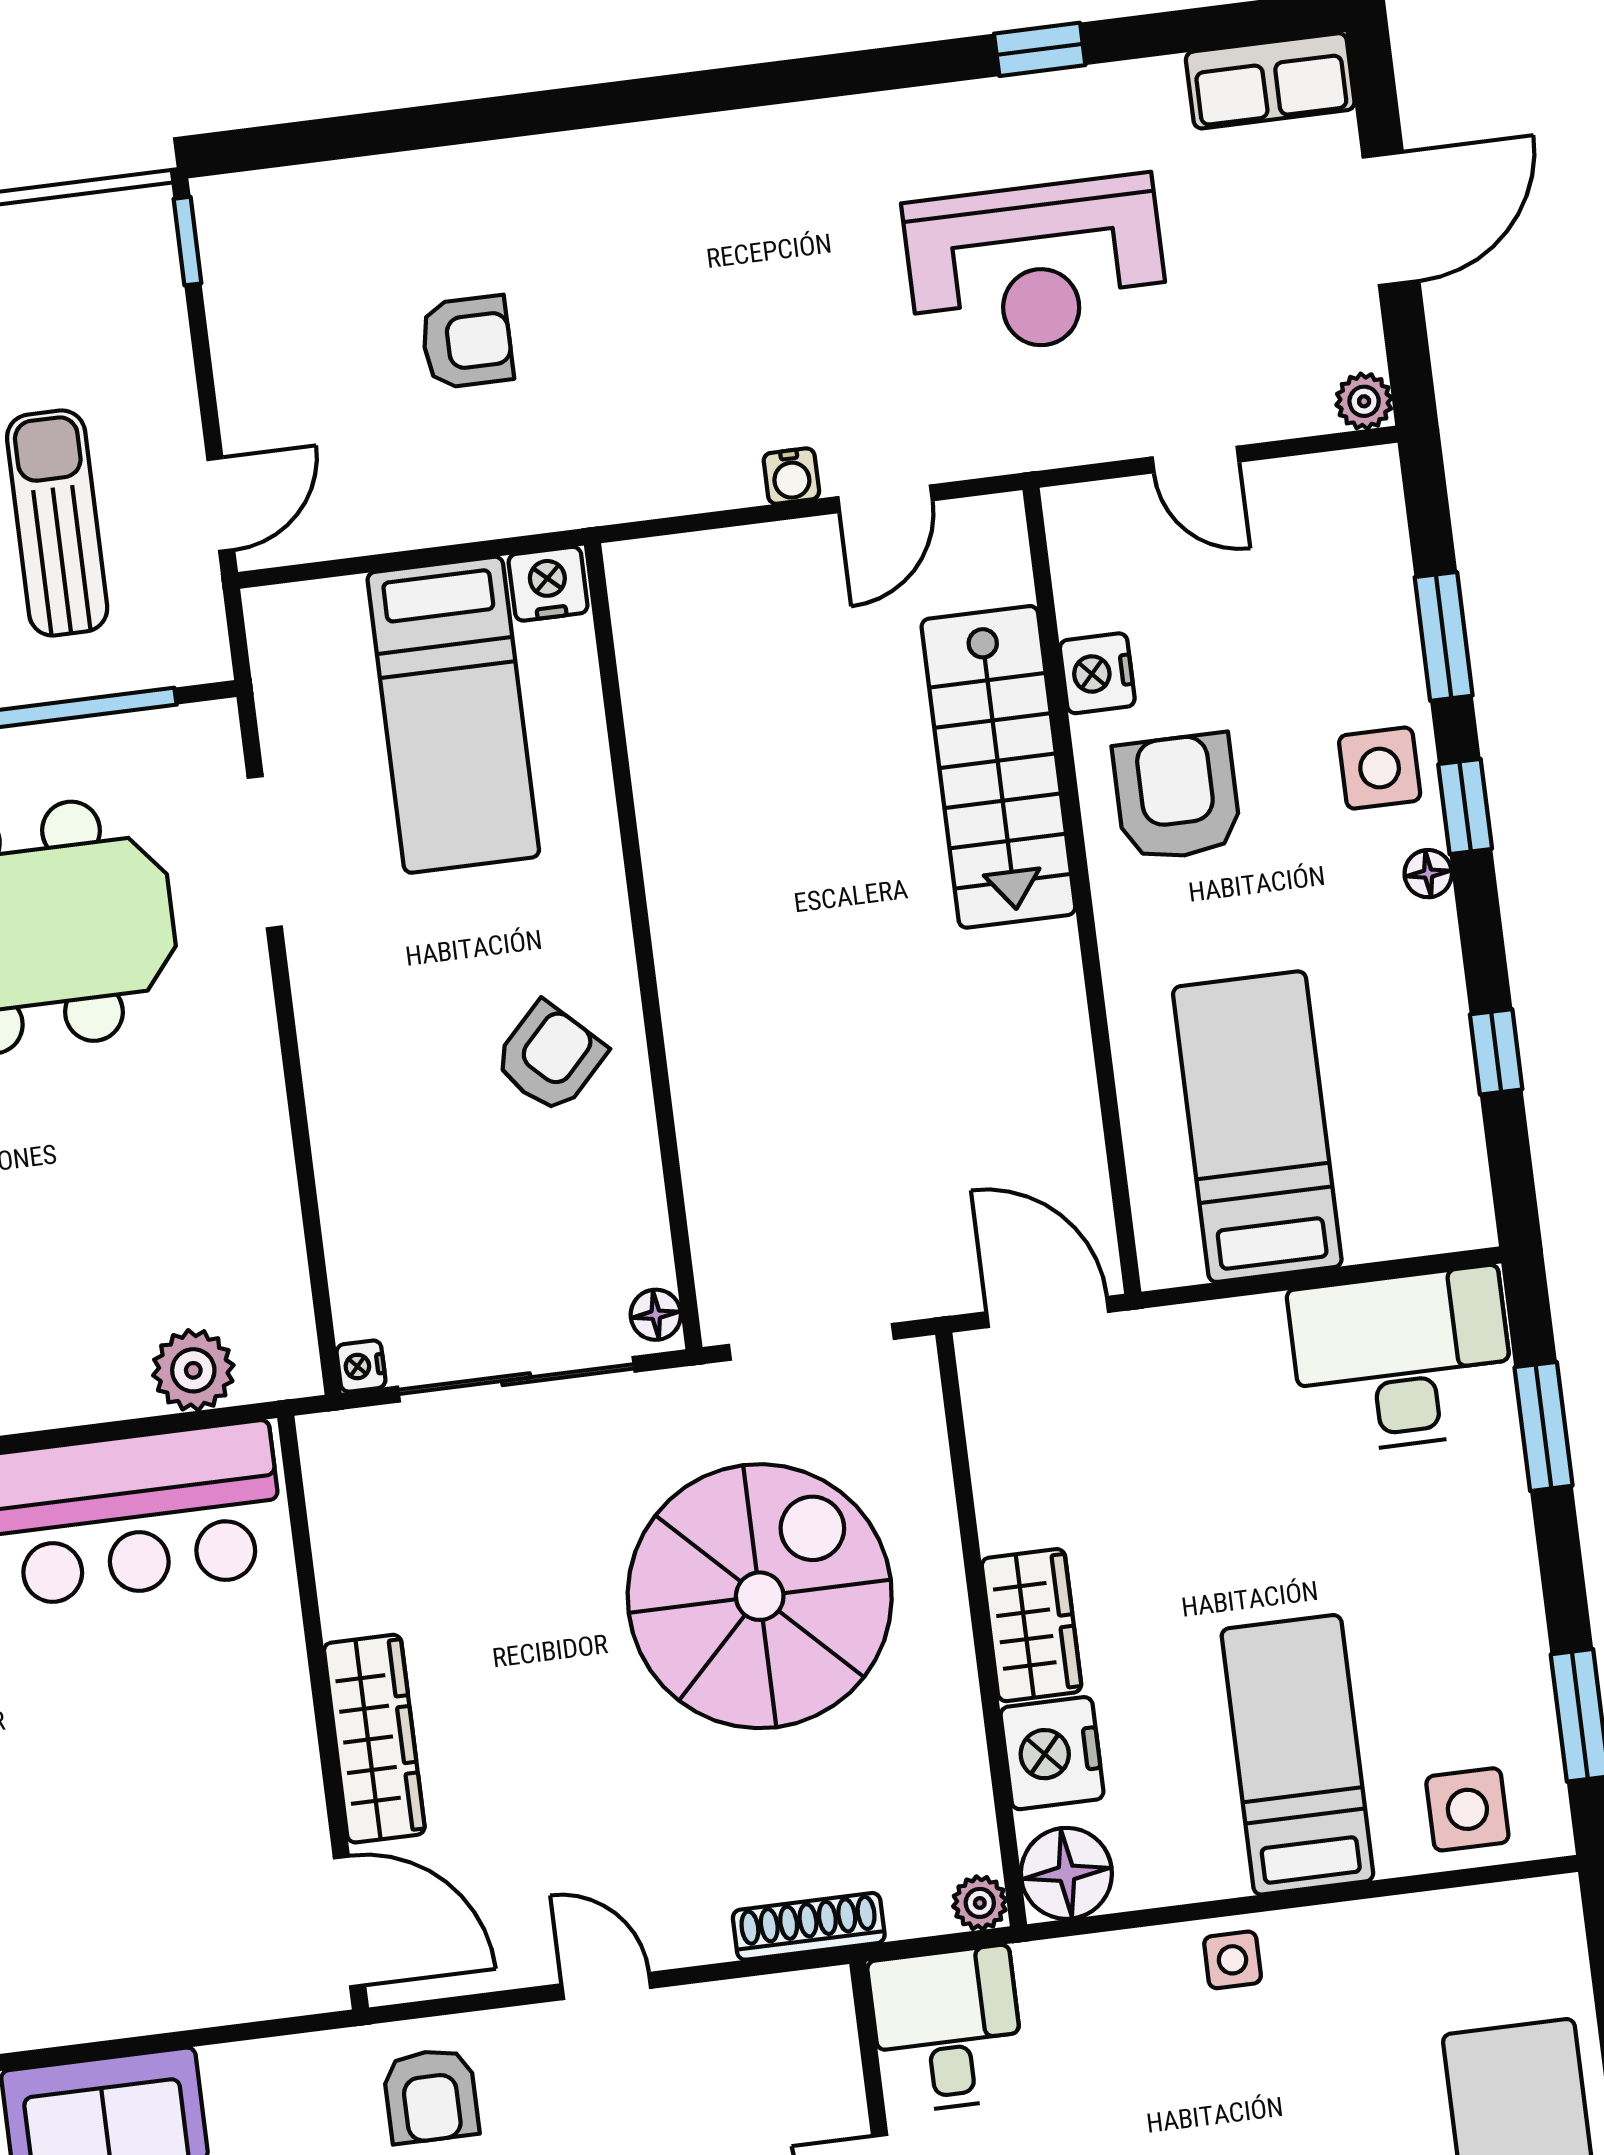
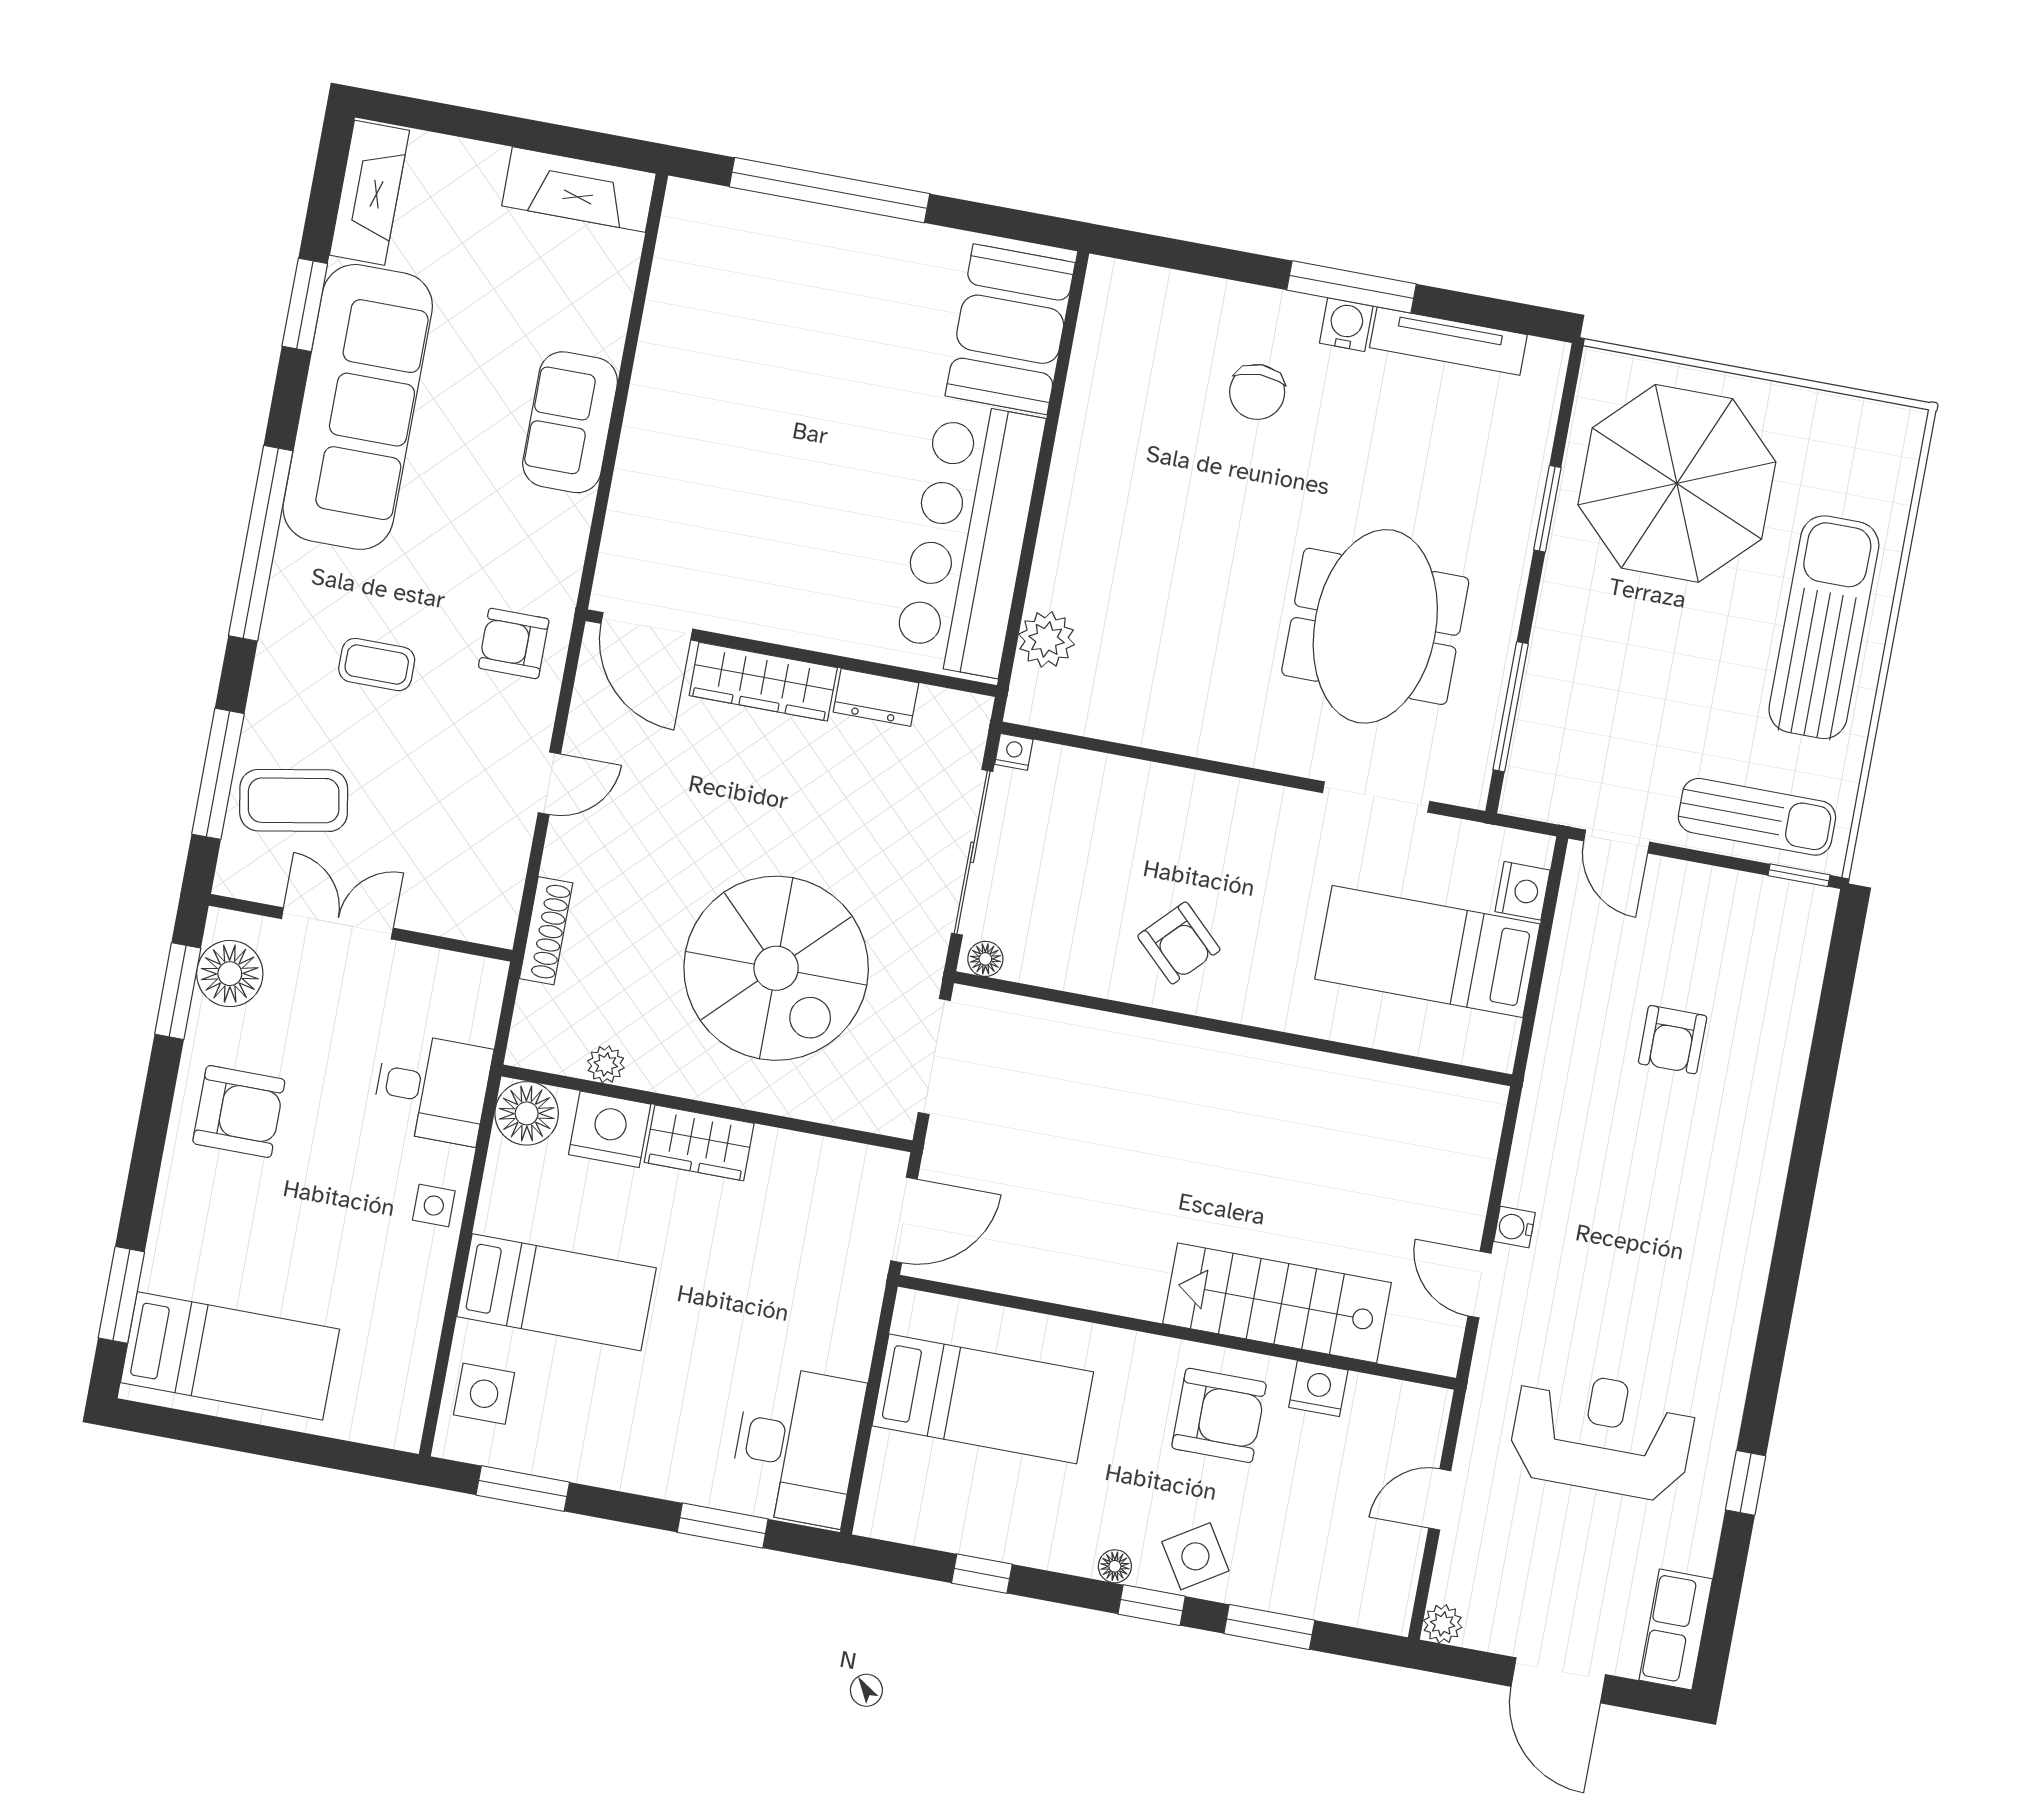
reception desk: (1036, 266) -> (1602, 1434), turned 90
sun lounger: (57, 523) -> (1757, 817), moved
nightstand: (548, 584) -> (1523, 891), moved
side table: (1380, 768) -> (1195, 1556), turned -32
dresser: (347, 1578) -> (876, 697), added
plant: (980, 1903) -> (606, 1064), moved
door: (349, 1921) -> (647, 626), hinge flipped
desk: (947, 2029) -> (432, 1089), moved

